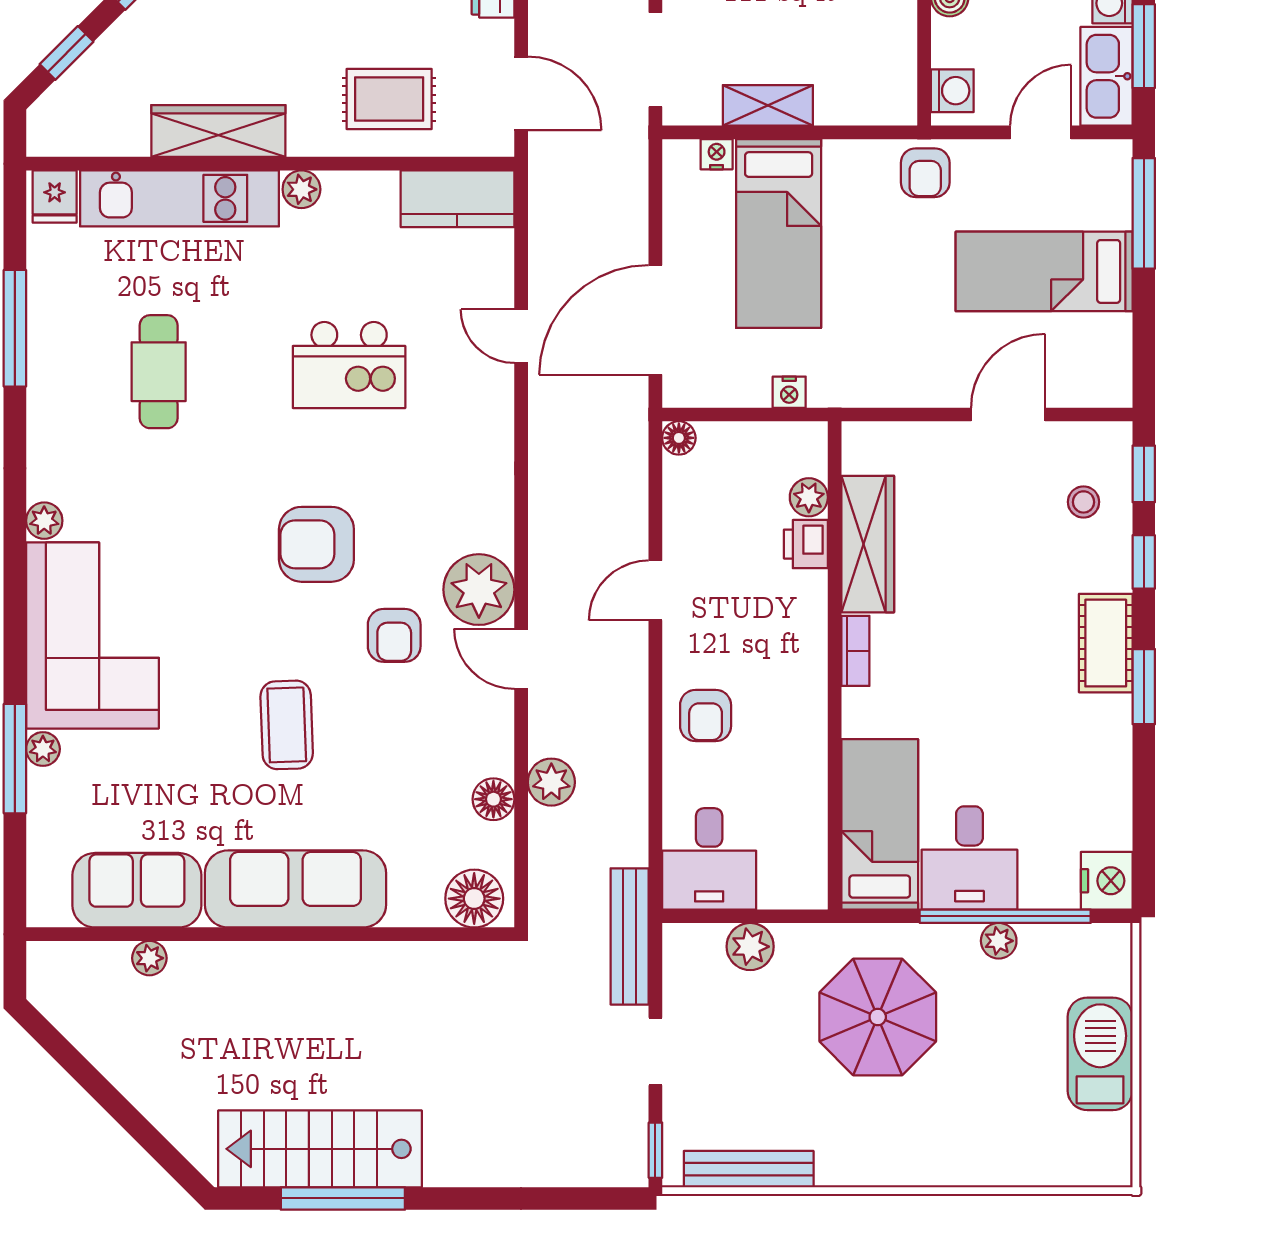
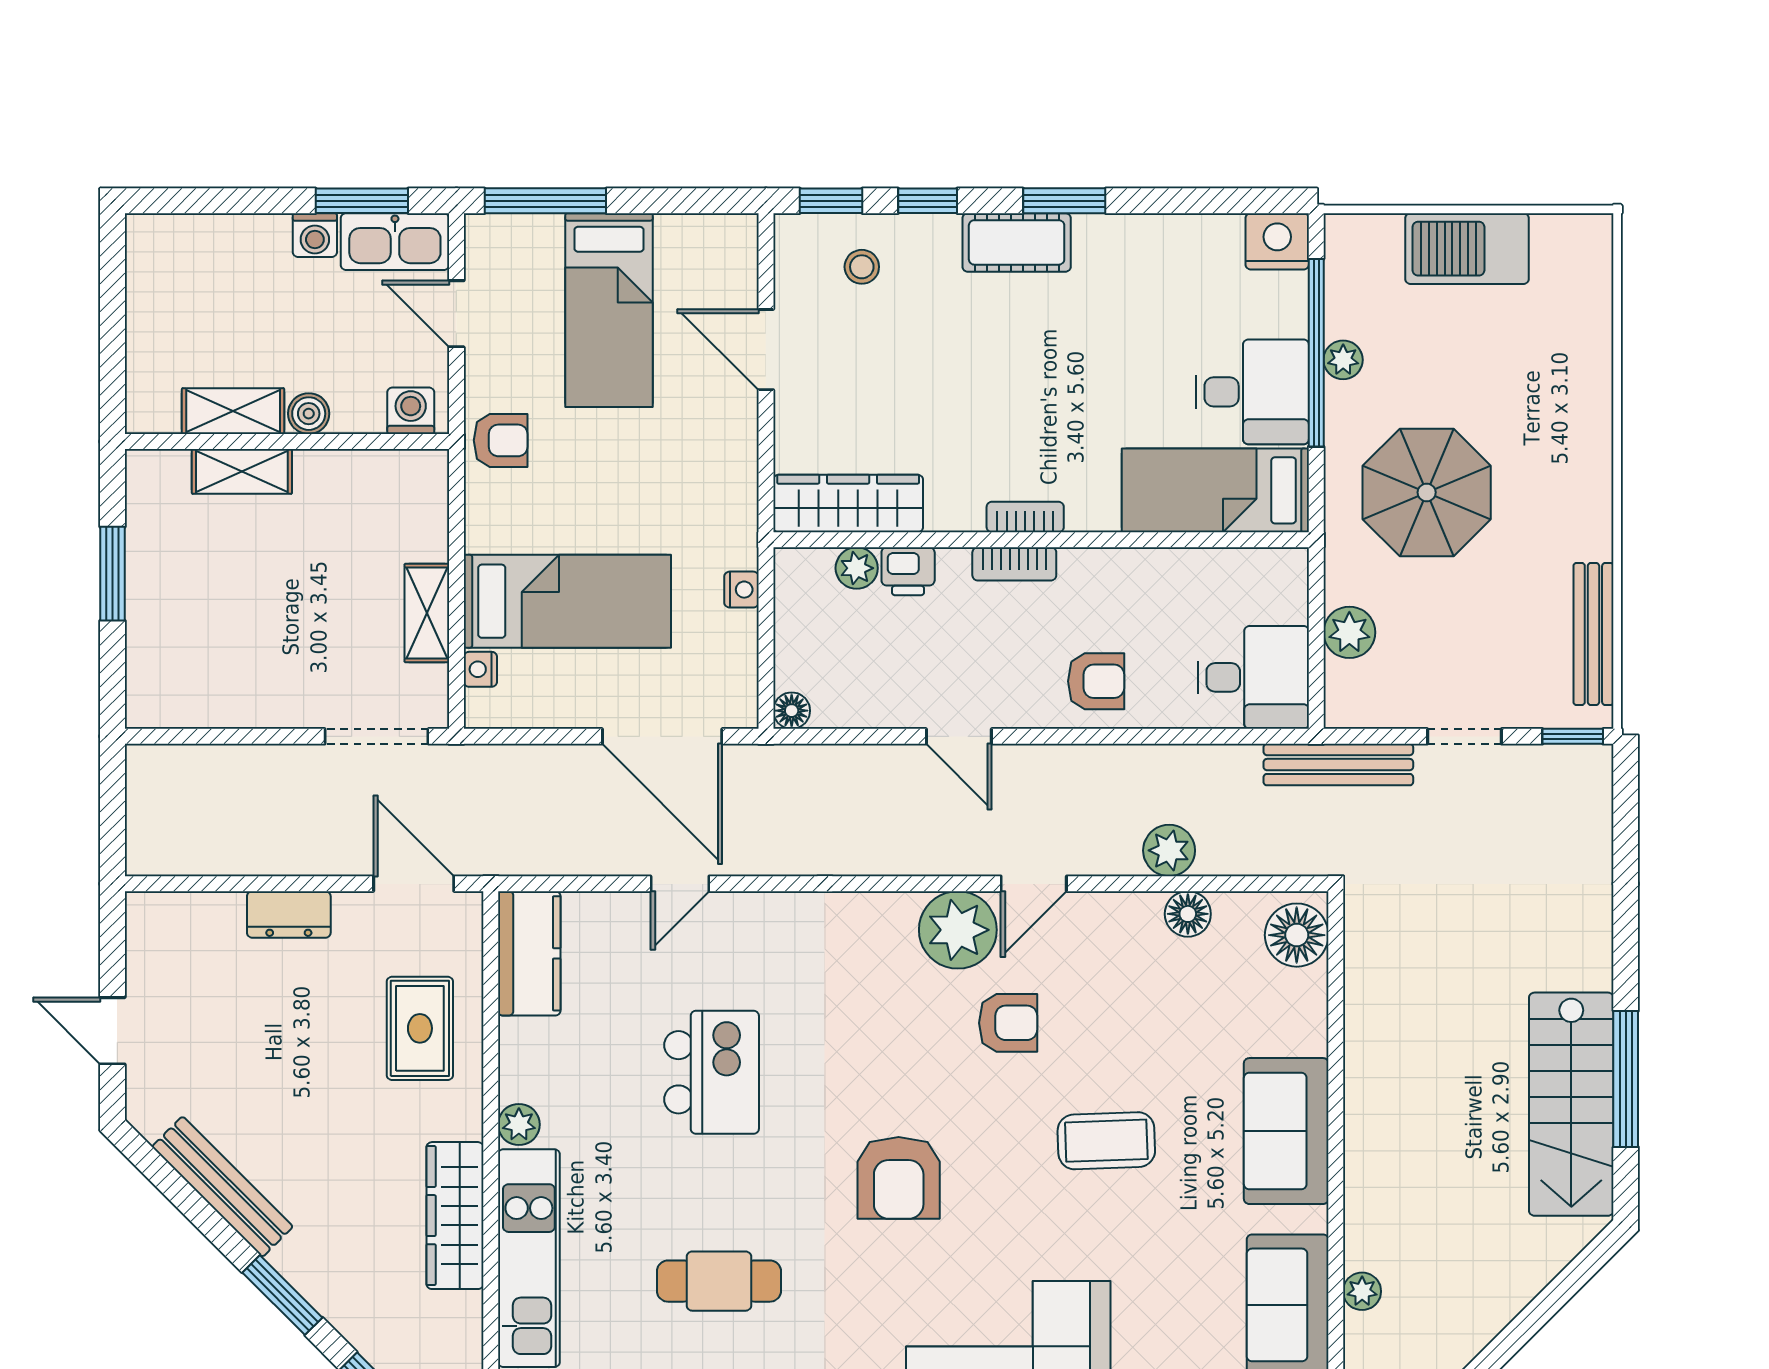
door: (521, 93) -> (414, 884), hinge flipped
armchair: (316, 544) -> (899, 1178), moved
wardrobe: (868, 544) -> (848, 503), moved
bookcase: (813, 641) -> (1014, 564), added
sofa: (296, 889) -> (1286, 1131), width x0.73

